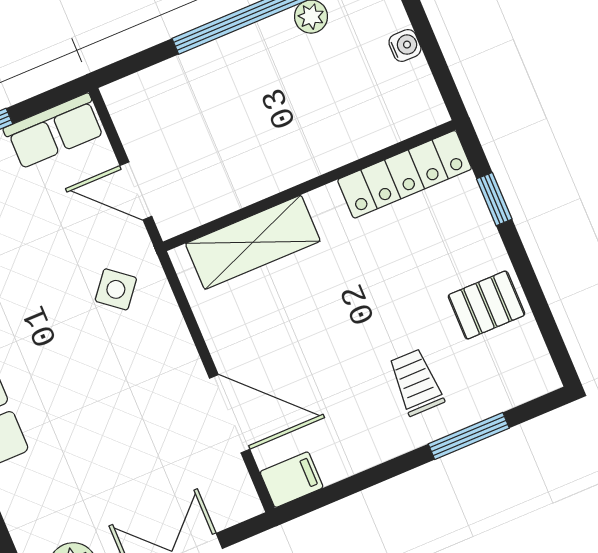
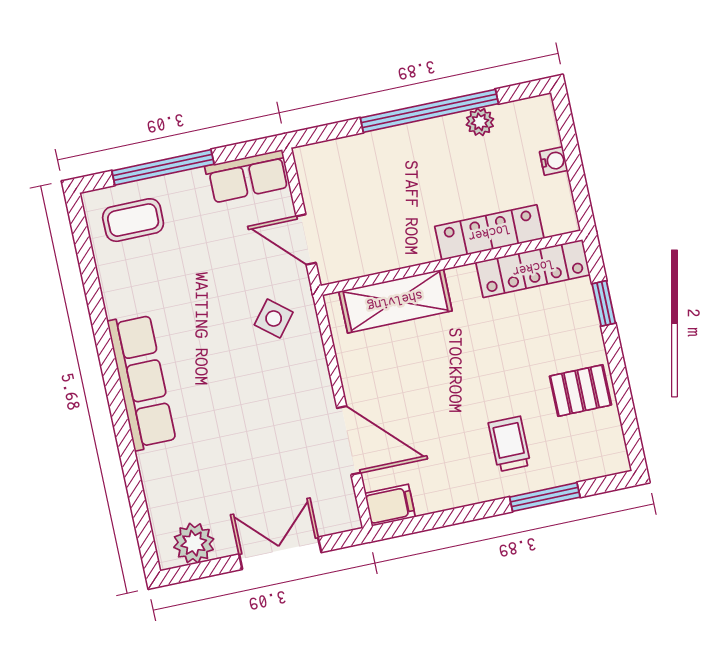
locker: (346, 142) -> (489, 233), added

